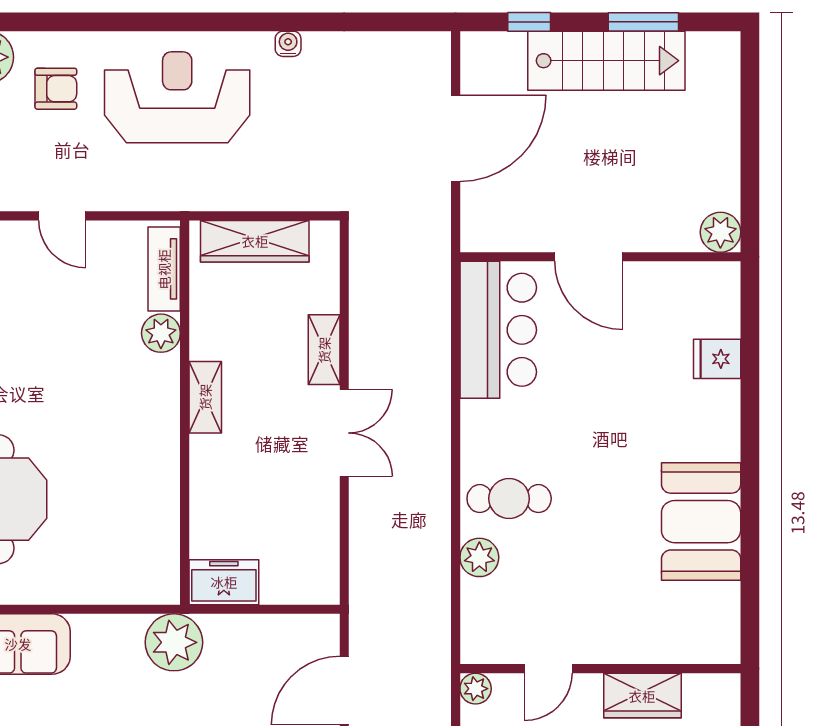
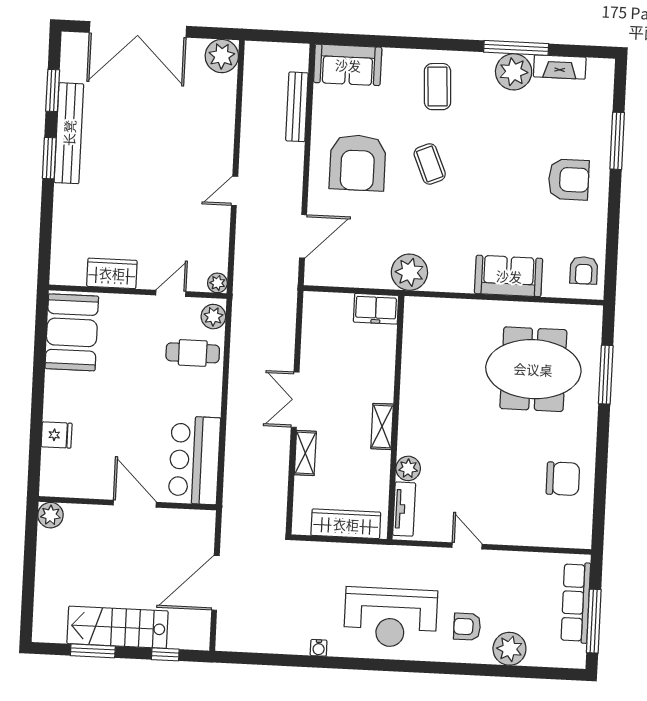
door: (548, 669) -> (171, 293), moved
wall: (600, 669) -> (138, 292), moved
plant: (476, 689) -> (217, 283), moved
wardrobe: (642, 696) -> (112, 273), moved

